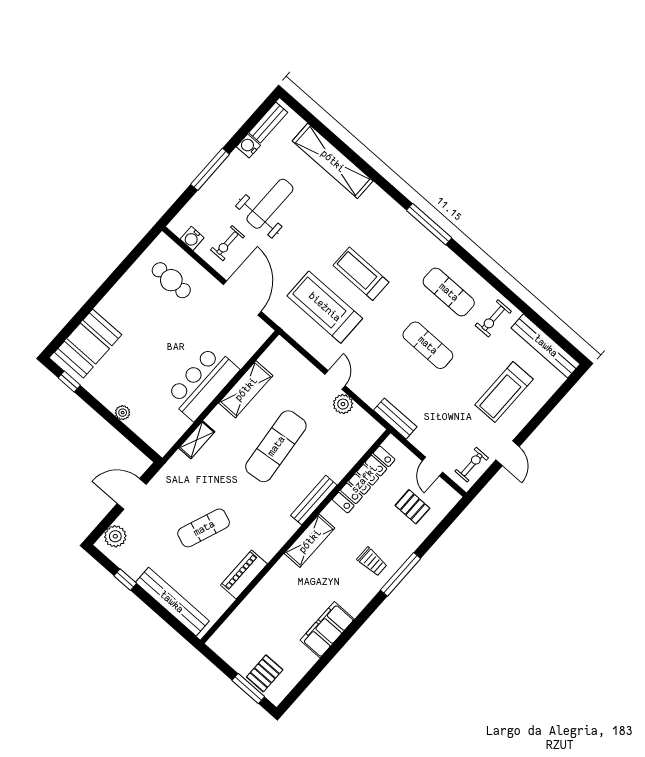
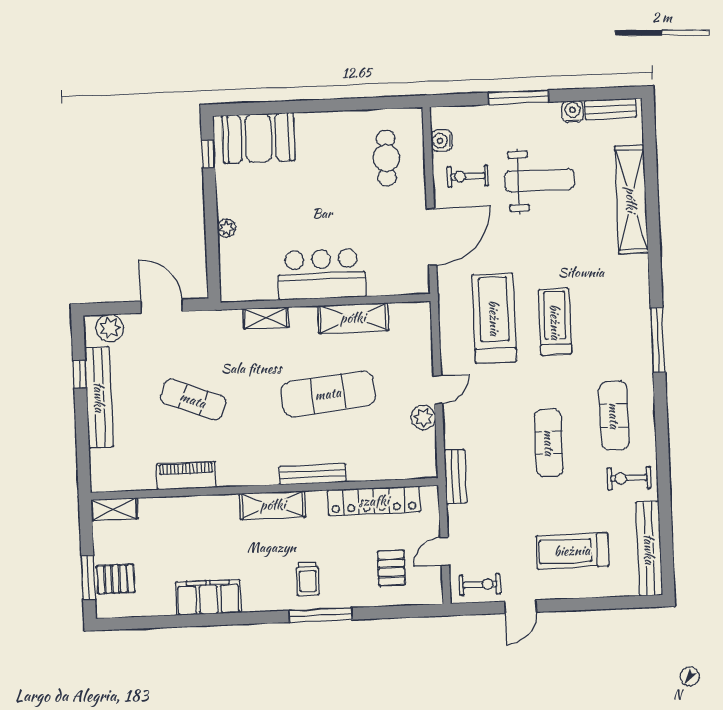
bench: (172, 602) -> (99, 397), moved
shelving: (223, 635) -> (114, 509), added

